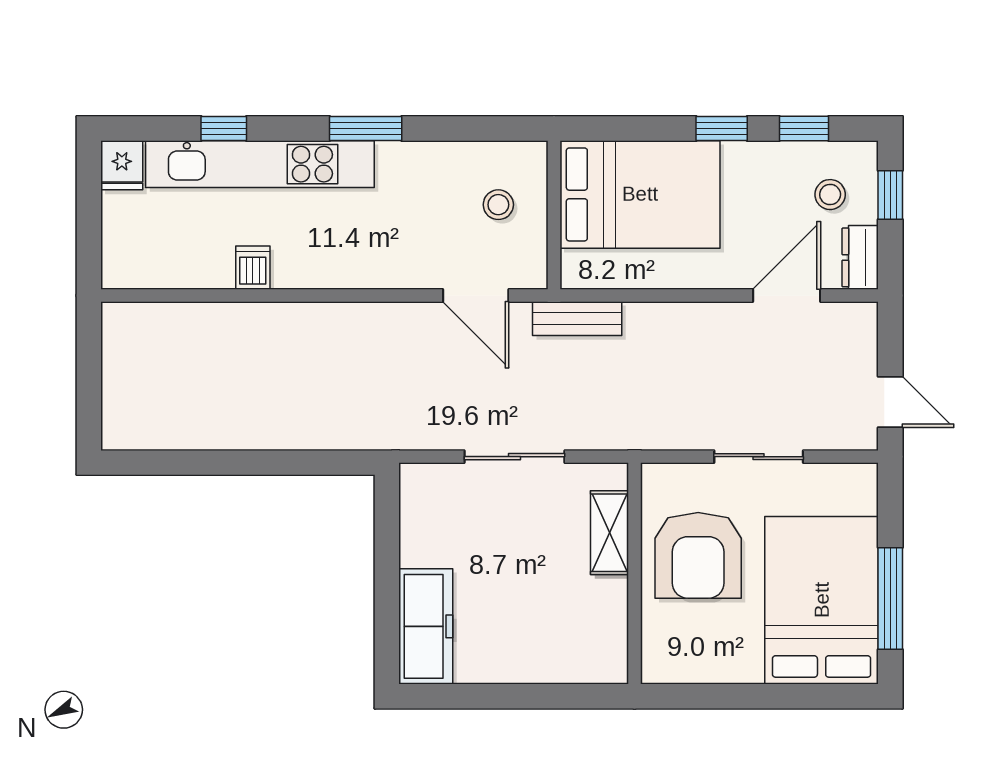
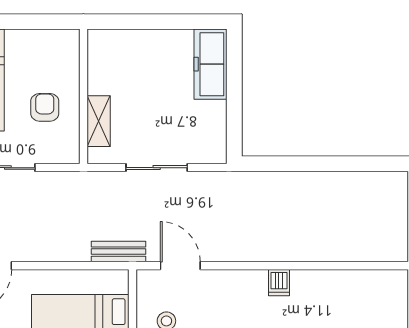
dishwasher: (253, 268) -> (279, 283), moved
armchair: (698, 555) -> (45, 107), width x0.53, depth x0.53

